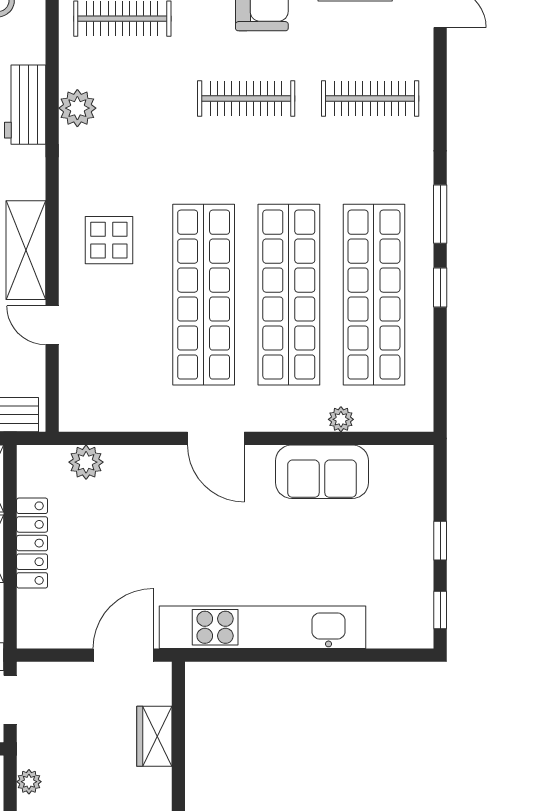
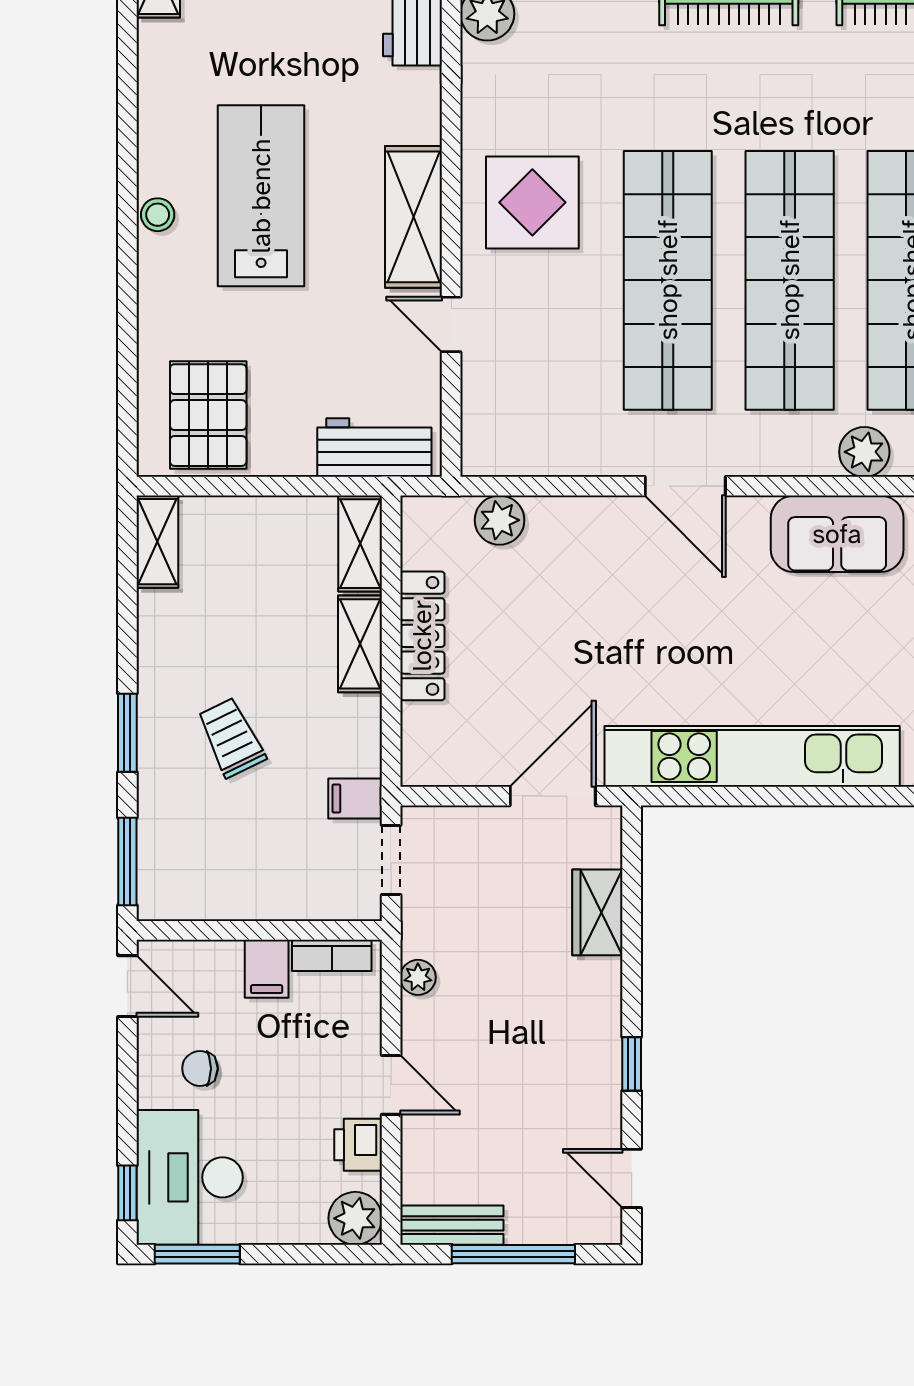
display table: (109, 240) -> (532, 202), width x1.36, depth x1.36
plant: (341, 419) -> (864, 452), width x1.38, depth x1.38

